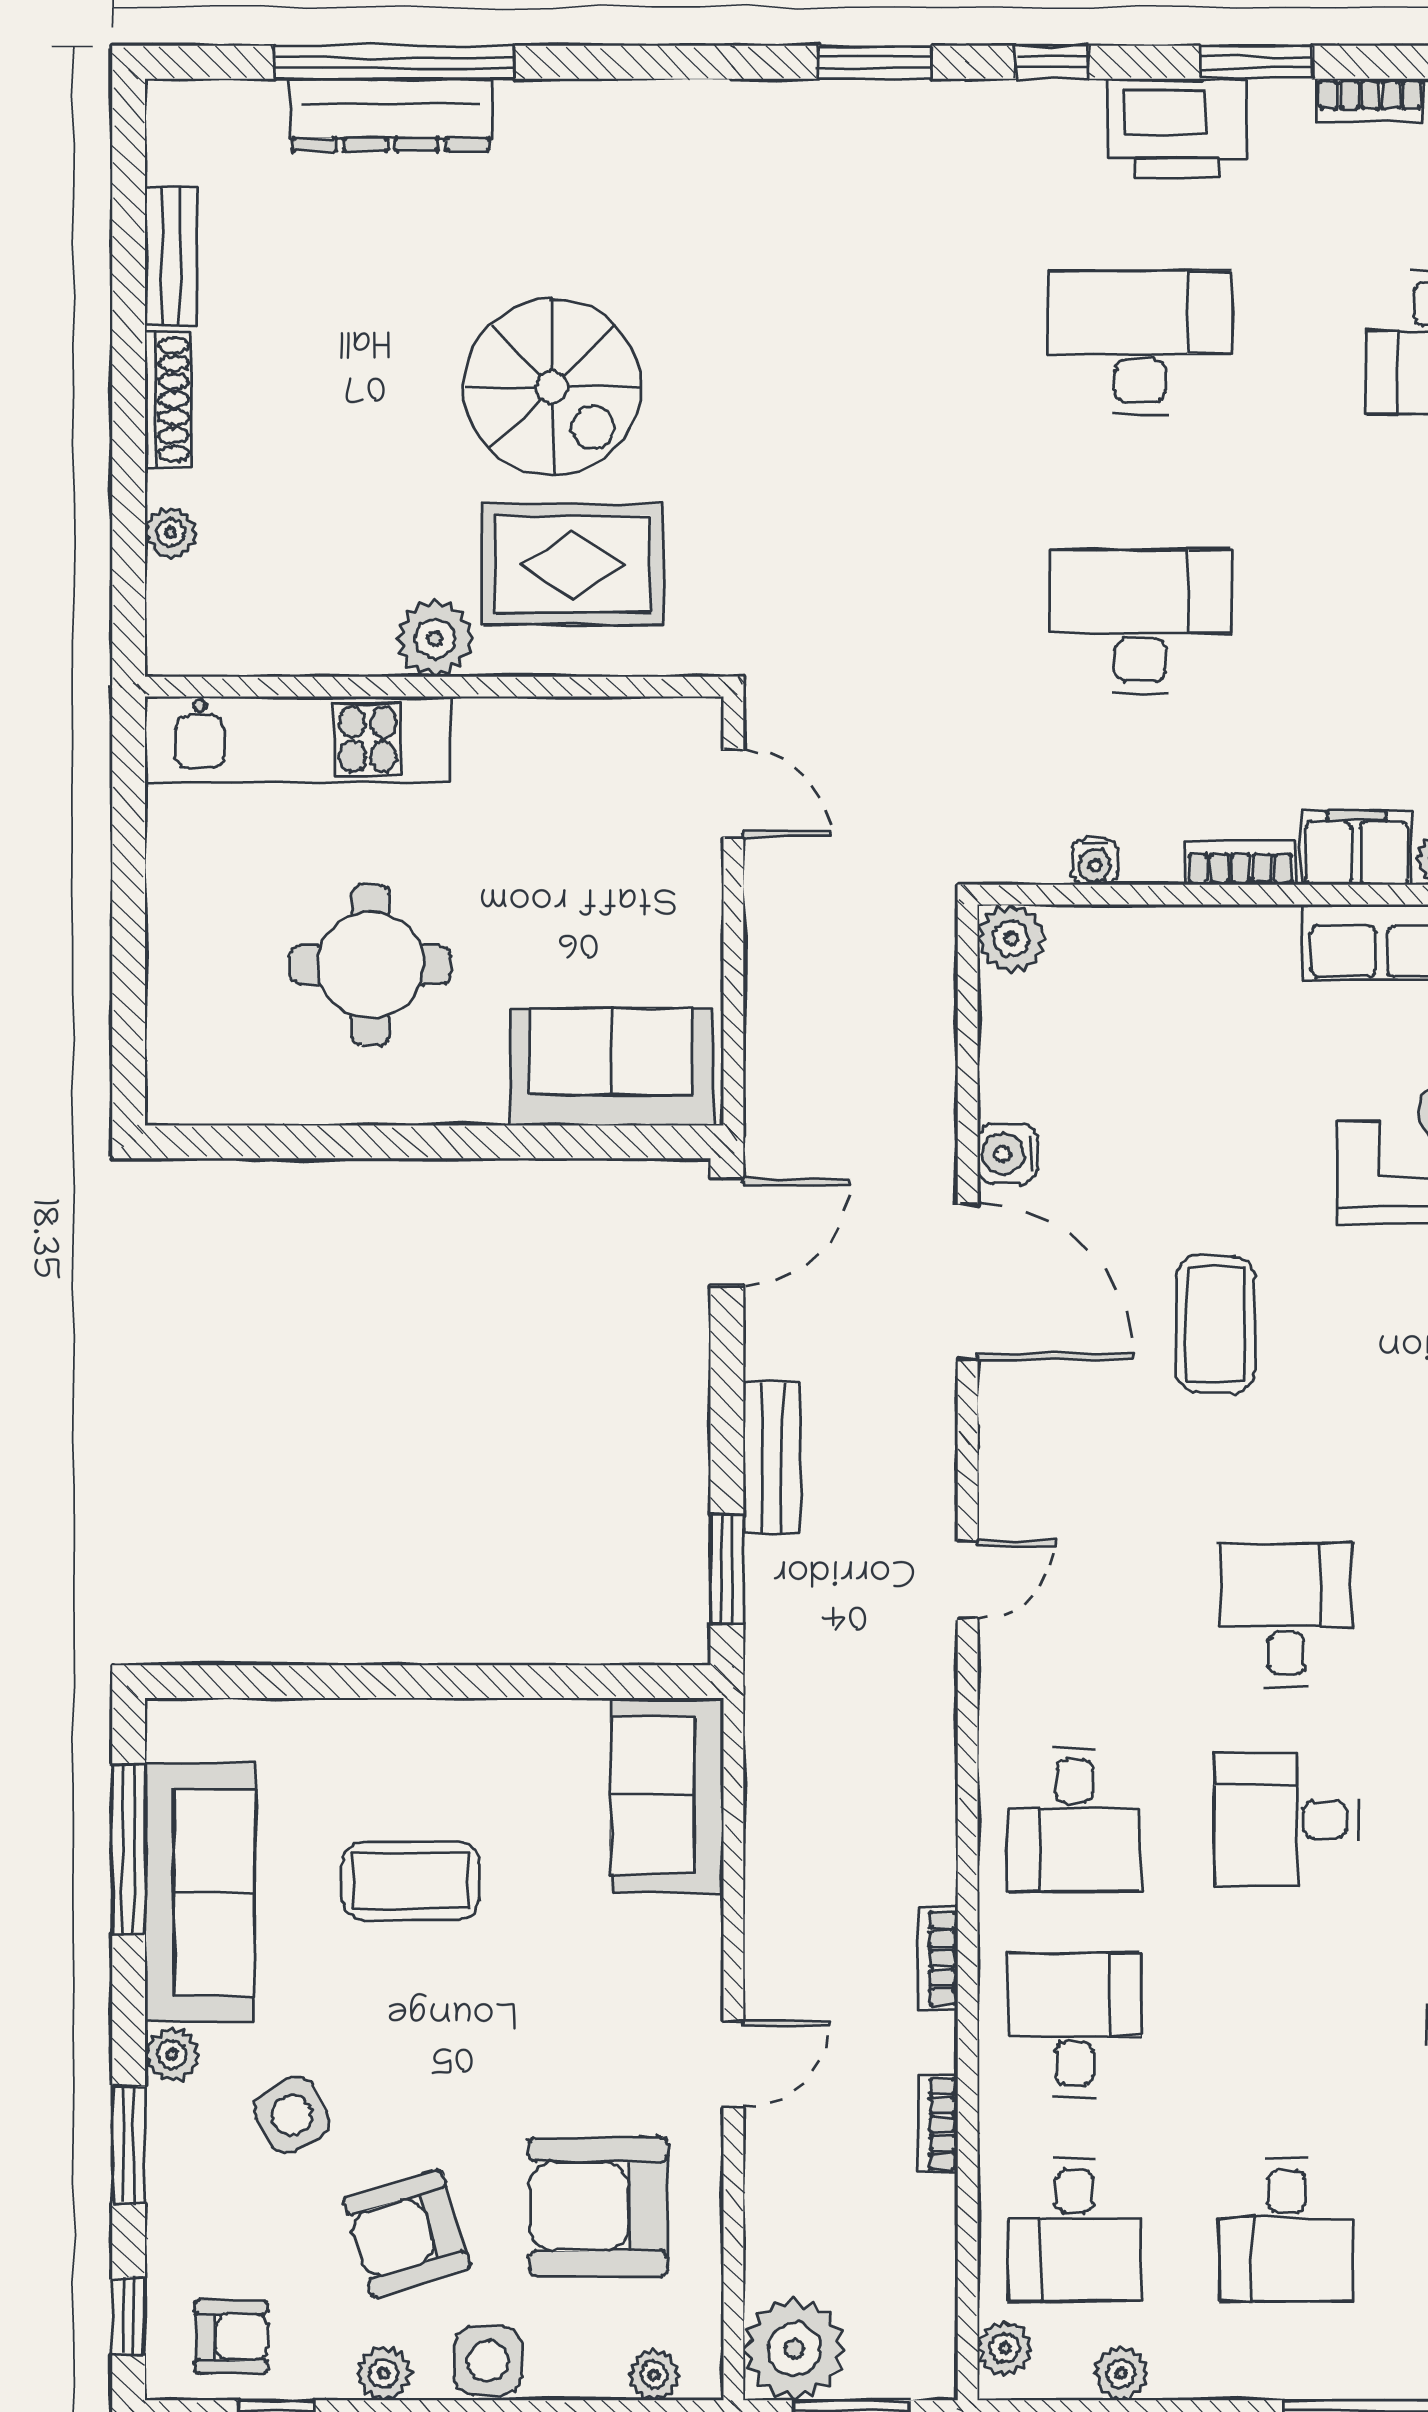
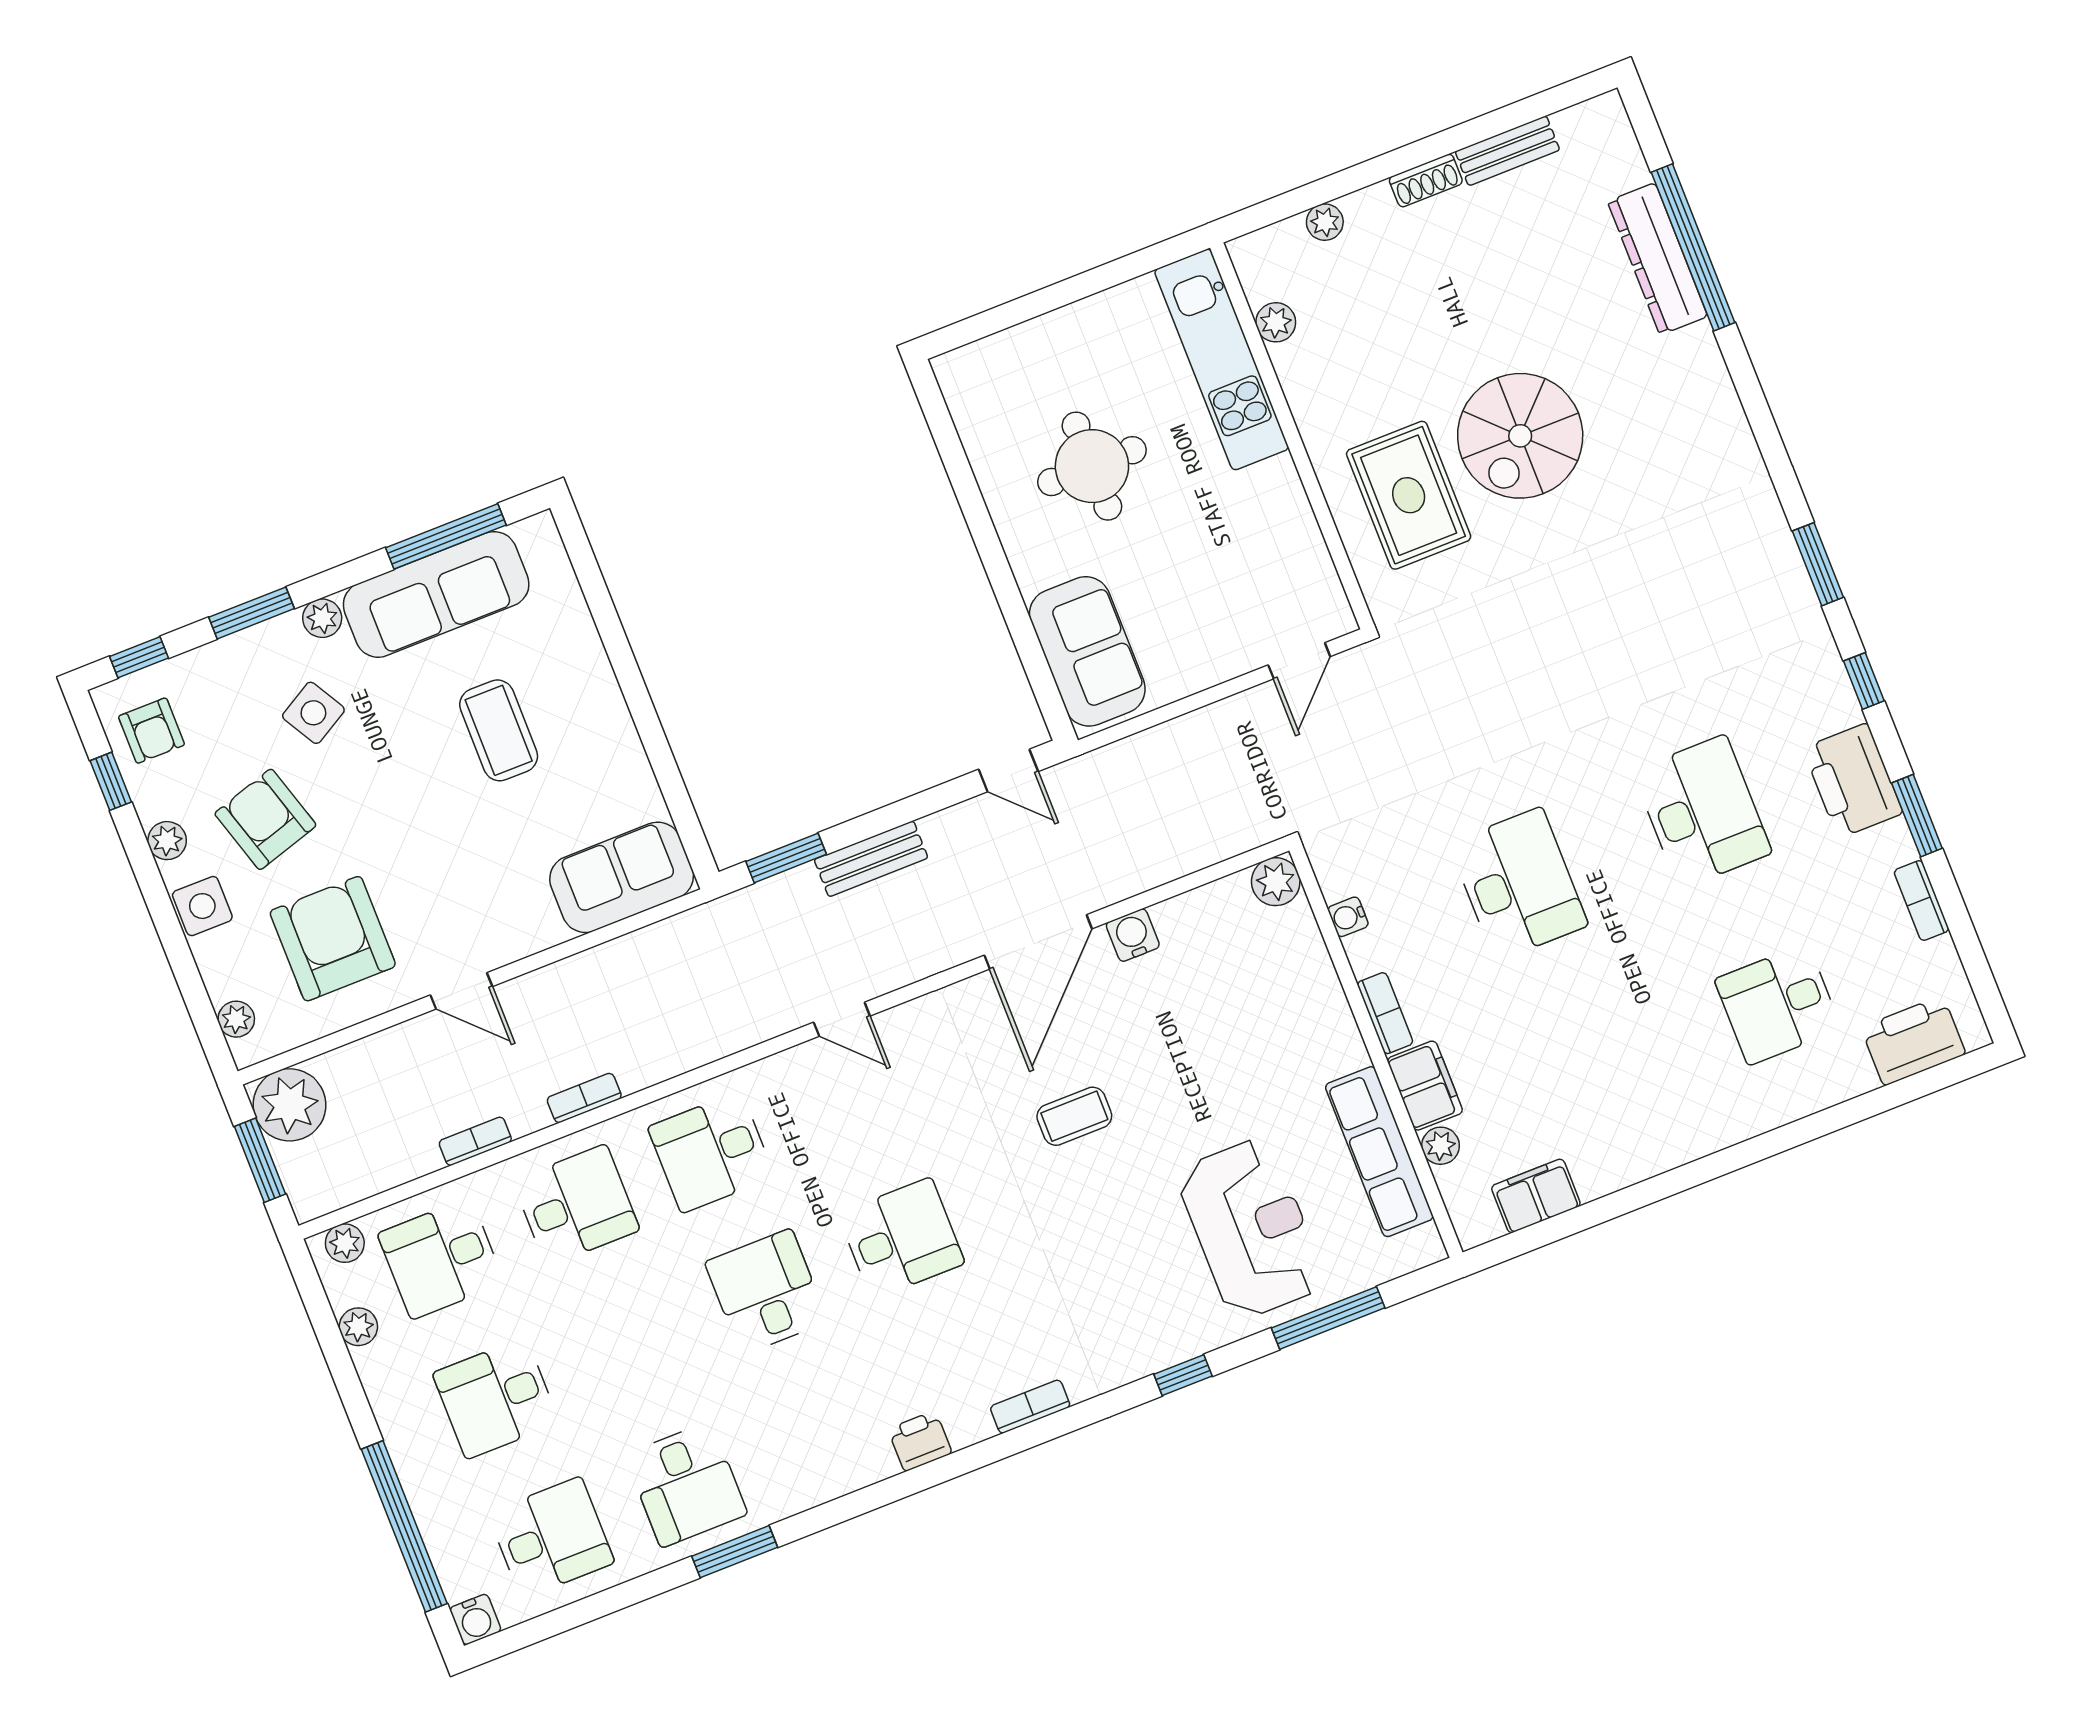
shoe rack: (168, 399) -> (1426, 181), width x0.70
plant: (435, 639) -> (1276, 322), moved, width x0.73, depth x0.73
door: (727, 1232) -> (1008, 770), width x0.73
coffee table: (1215, 1324) -> (1074, 1116), width x0.73, depth x0.77

